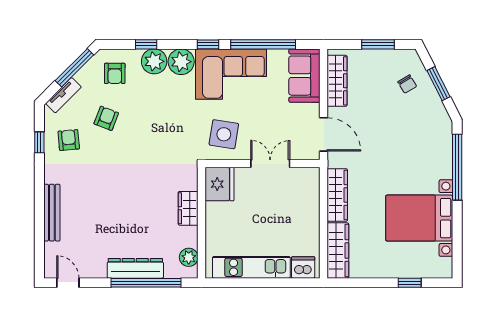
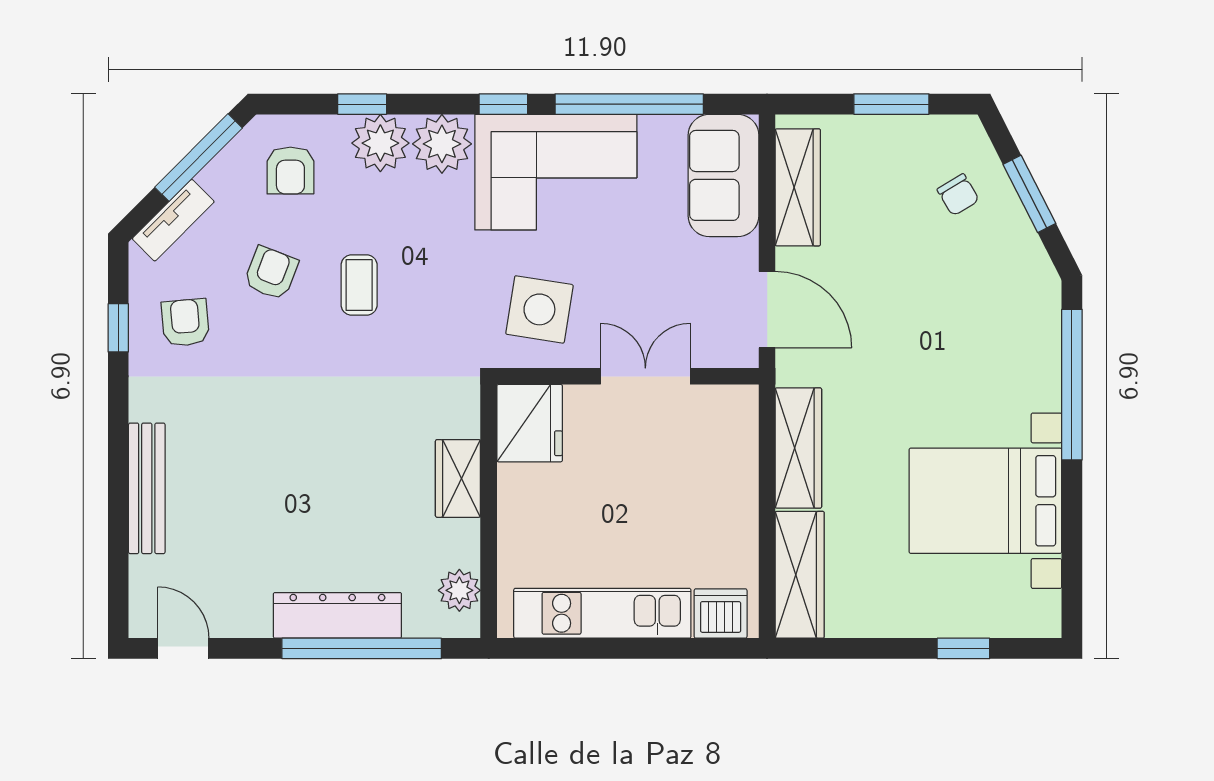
coffee table: (145, 124) -> (359, 285), added

